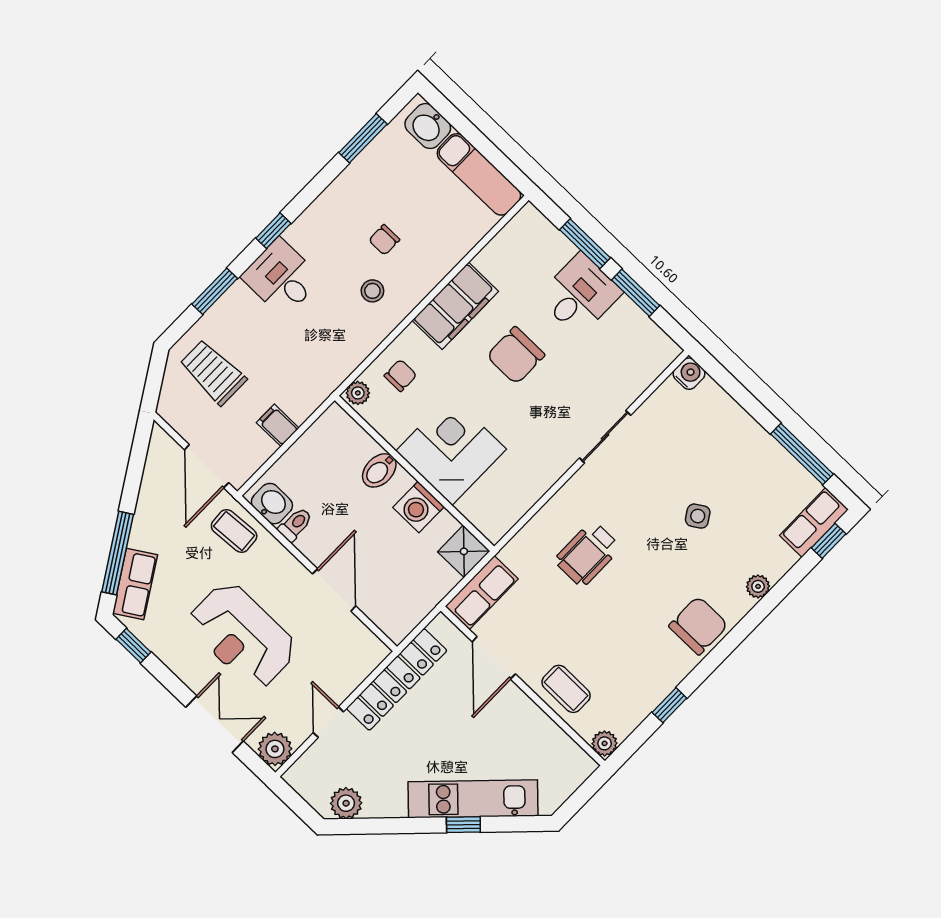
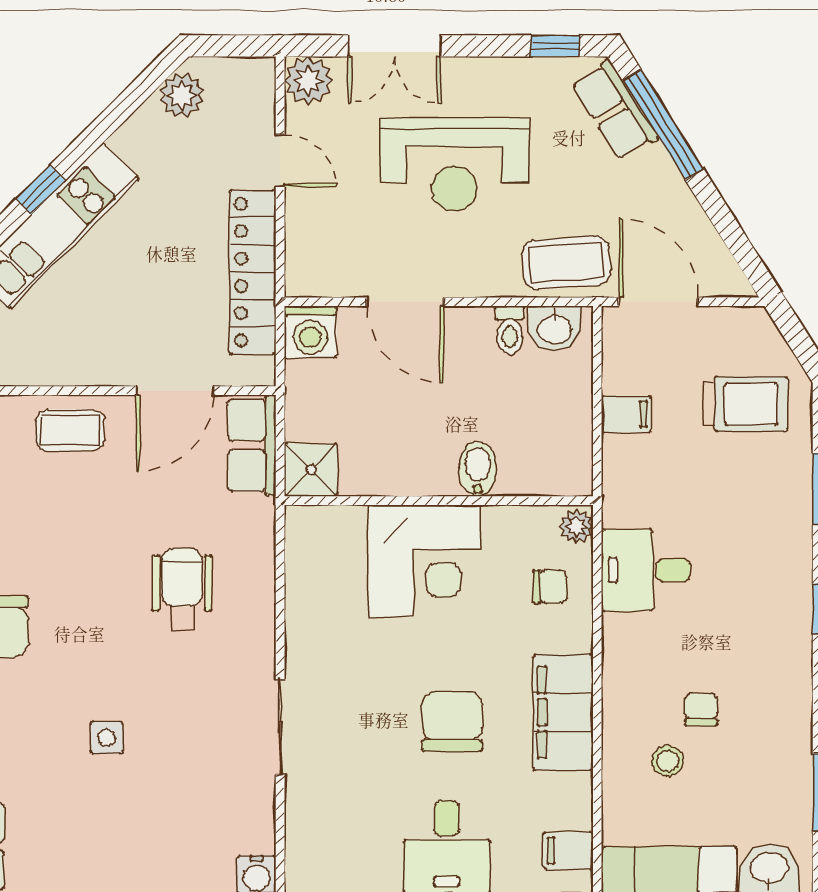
filing cabinet: (520, 234) -> (568, 850), added
desk: (281, 278) -> (646, 570), moved, turned 180
stool: (372, 291) -> (668, 761), moved
chair: (400, 375) -> (550, 587), turned -90
washing machine: (419, 507) -> (310, 332), moved, turned 180
side table: (698, 516) -> (107, 738), turned 33
coffee table: (234, 531) -> (566, 263), width x1.36, depth x1.30
reception desk: (242, 635) -> (454, 164), turned 180
door: (494, 658) -> (175, 391), swing flipped

